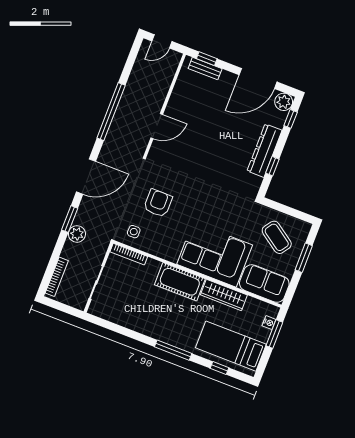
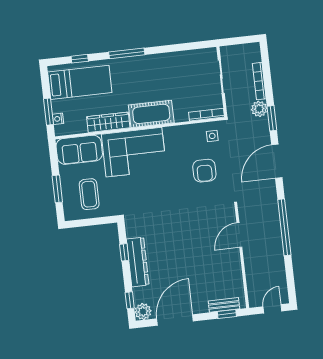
coffee table: (277, 237) -> (89, 194), turned 55
bookcase: (57, 277) -> (259, 81), moved

